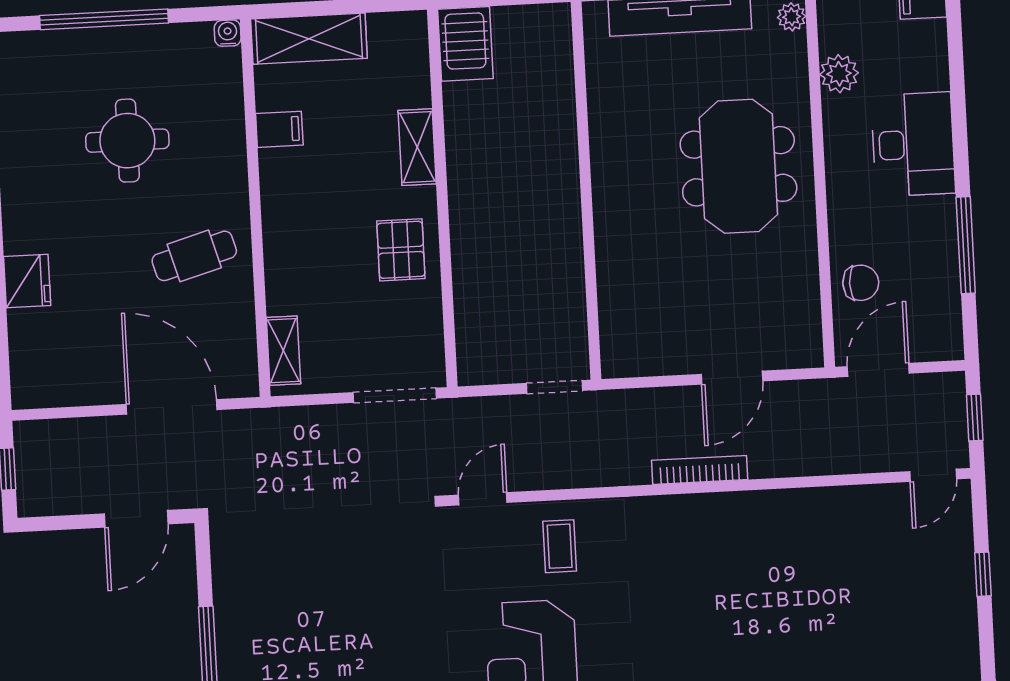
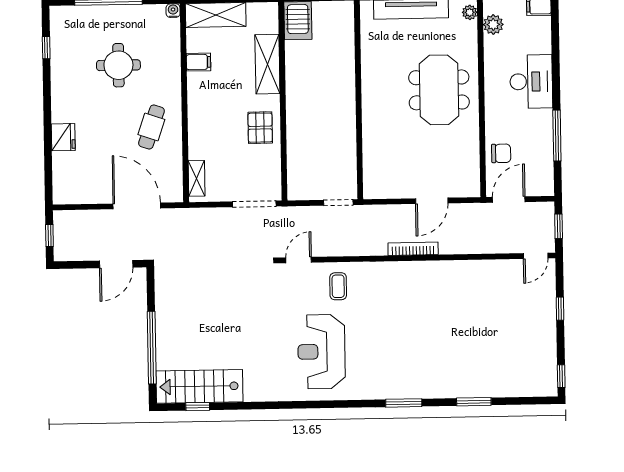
plant: (839, 74) -> (493, 24), moved
shelving: (417, 147) -> (267, 64), width x1.50, depth x1.33
cafe table: (194, 256) -> (151, 127), turned -55

